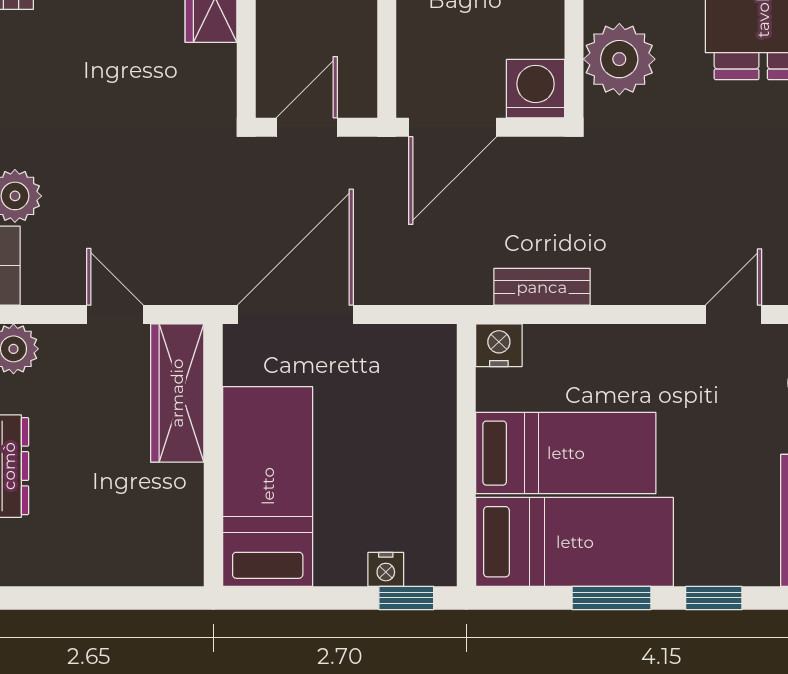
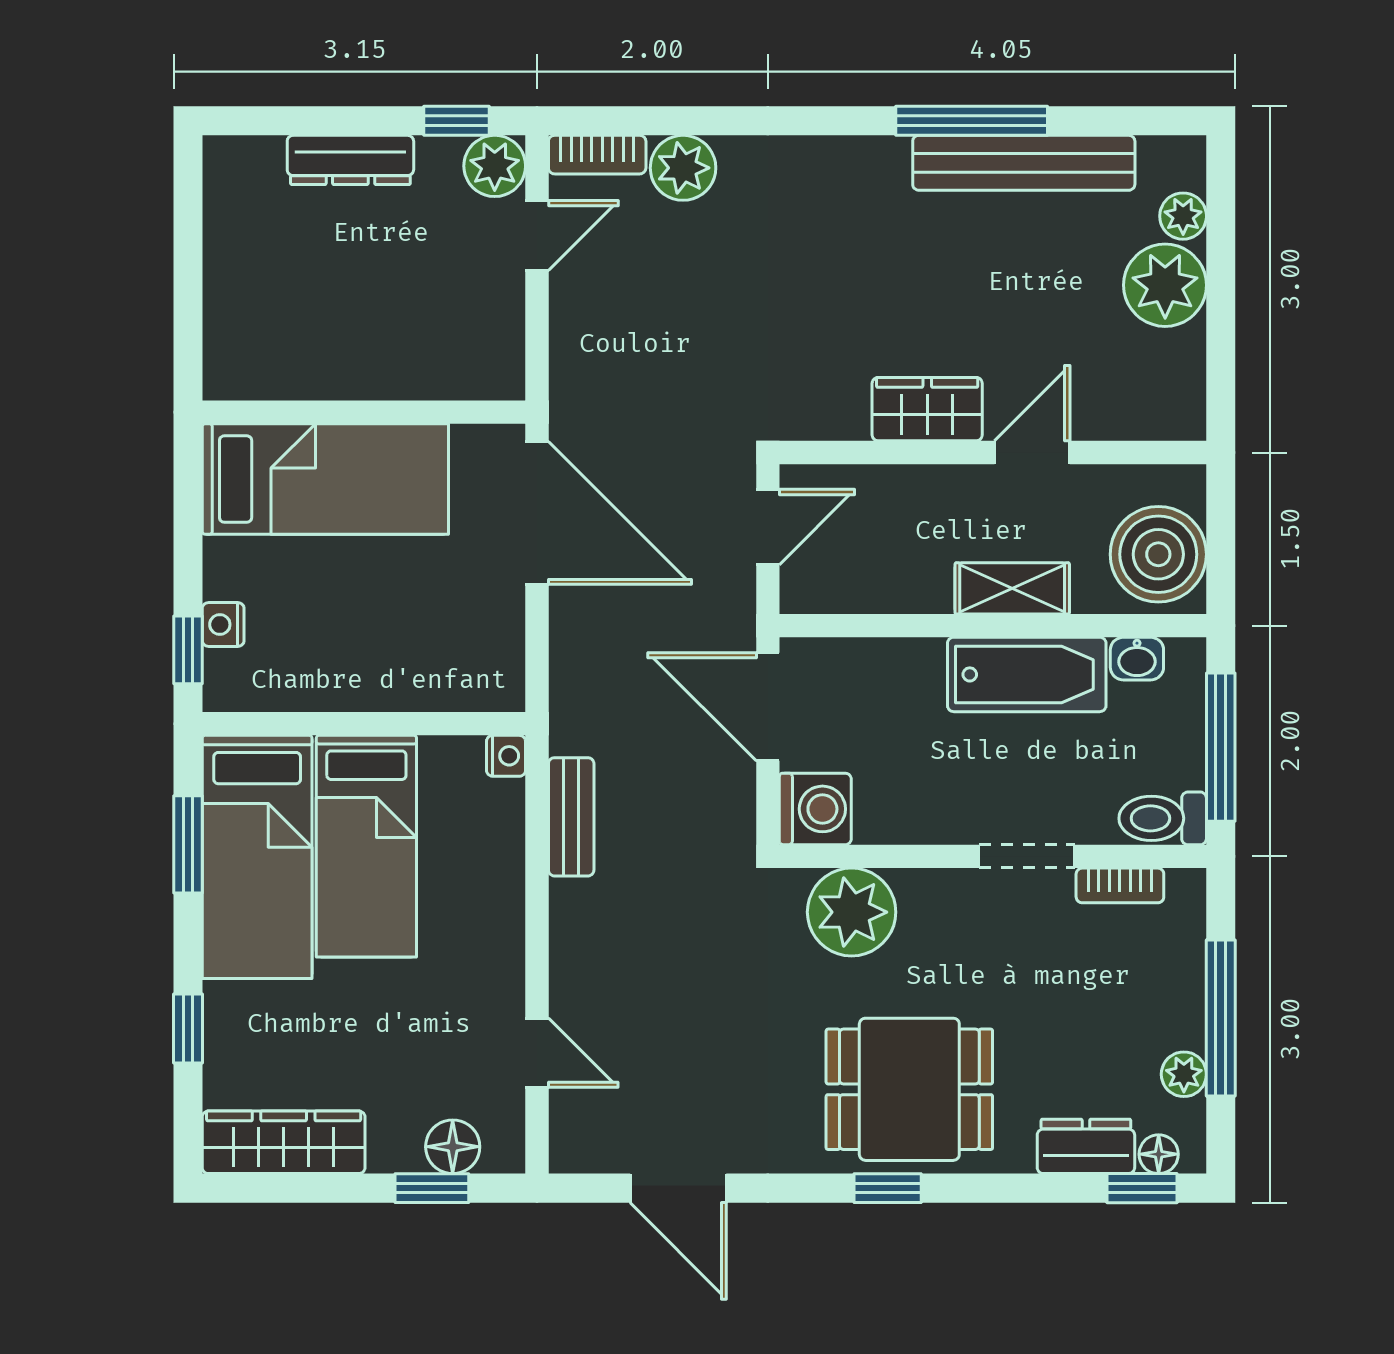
door: (307, 127) -> (768, 527), hinge flipped
door: (115, 315) -> (537, 235), moved
nightstand: (499, 345) -> (506, 756), width x0.72, depth x0.74
wardrobe: (177, 393) -> (440, 368), removed
window: (611, 598) -> (188, 844), moved

